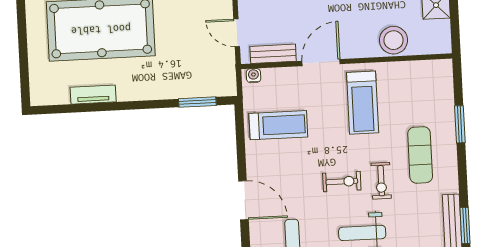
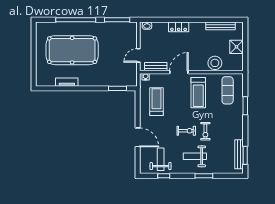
door: (237, 33) -> (138, 55), hinge flipped
treadmill: (278, 125) -> (156, 102), turned -90
exercise mat: (420, 155) -> (228, 90), moved

